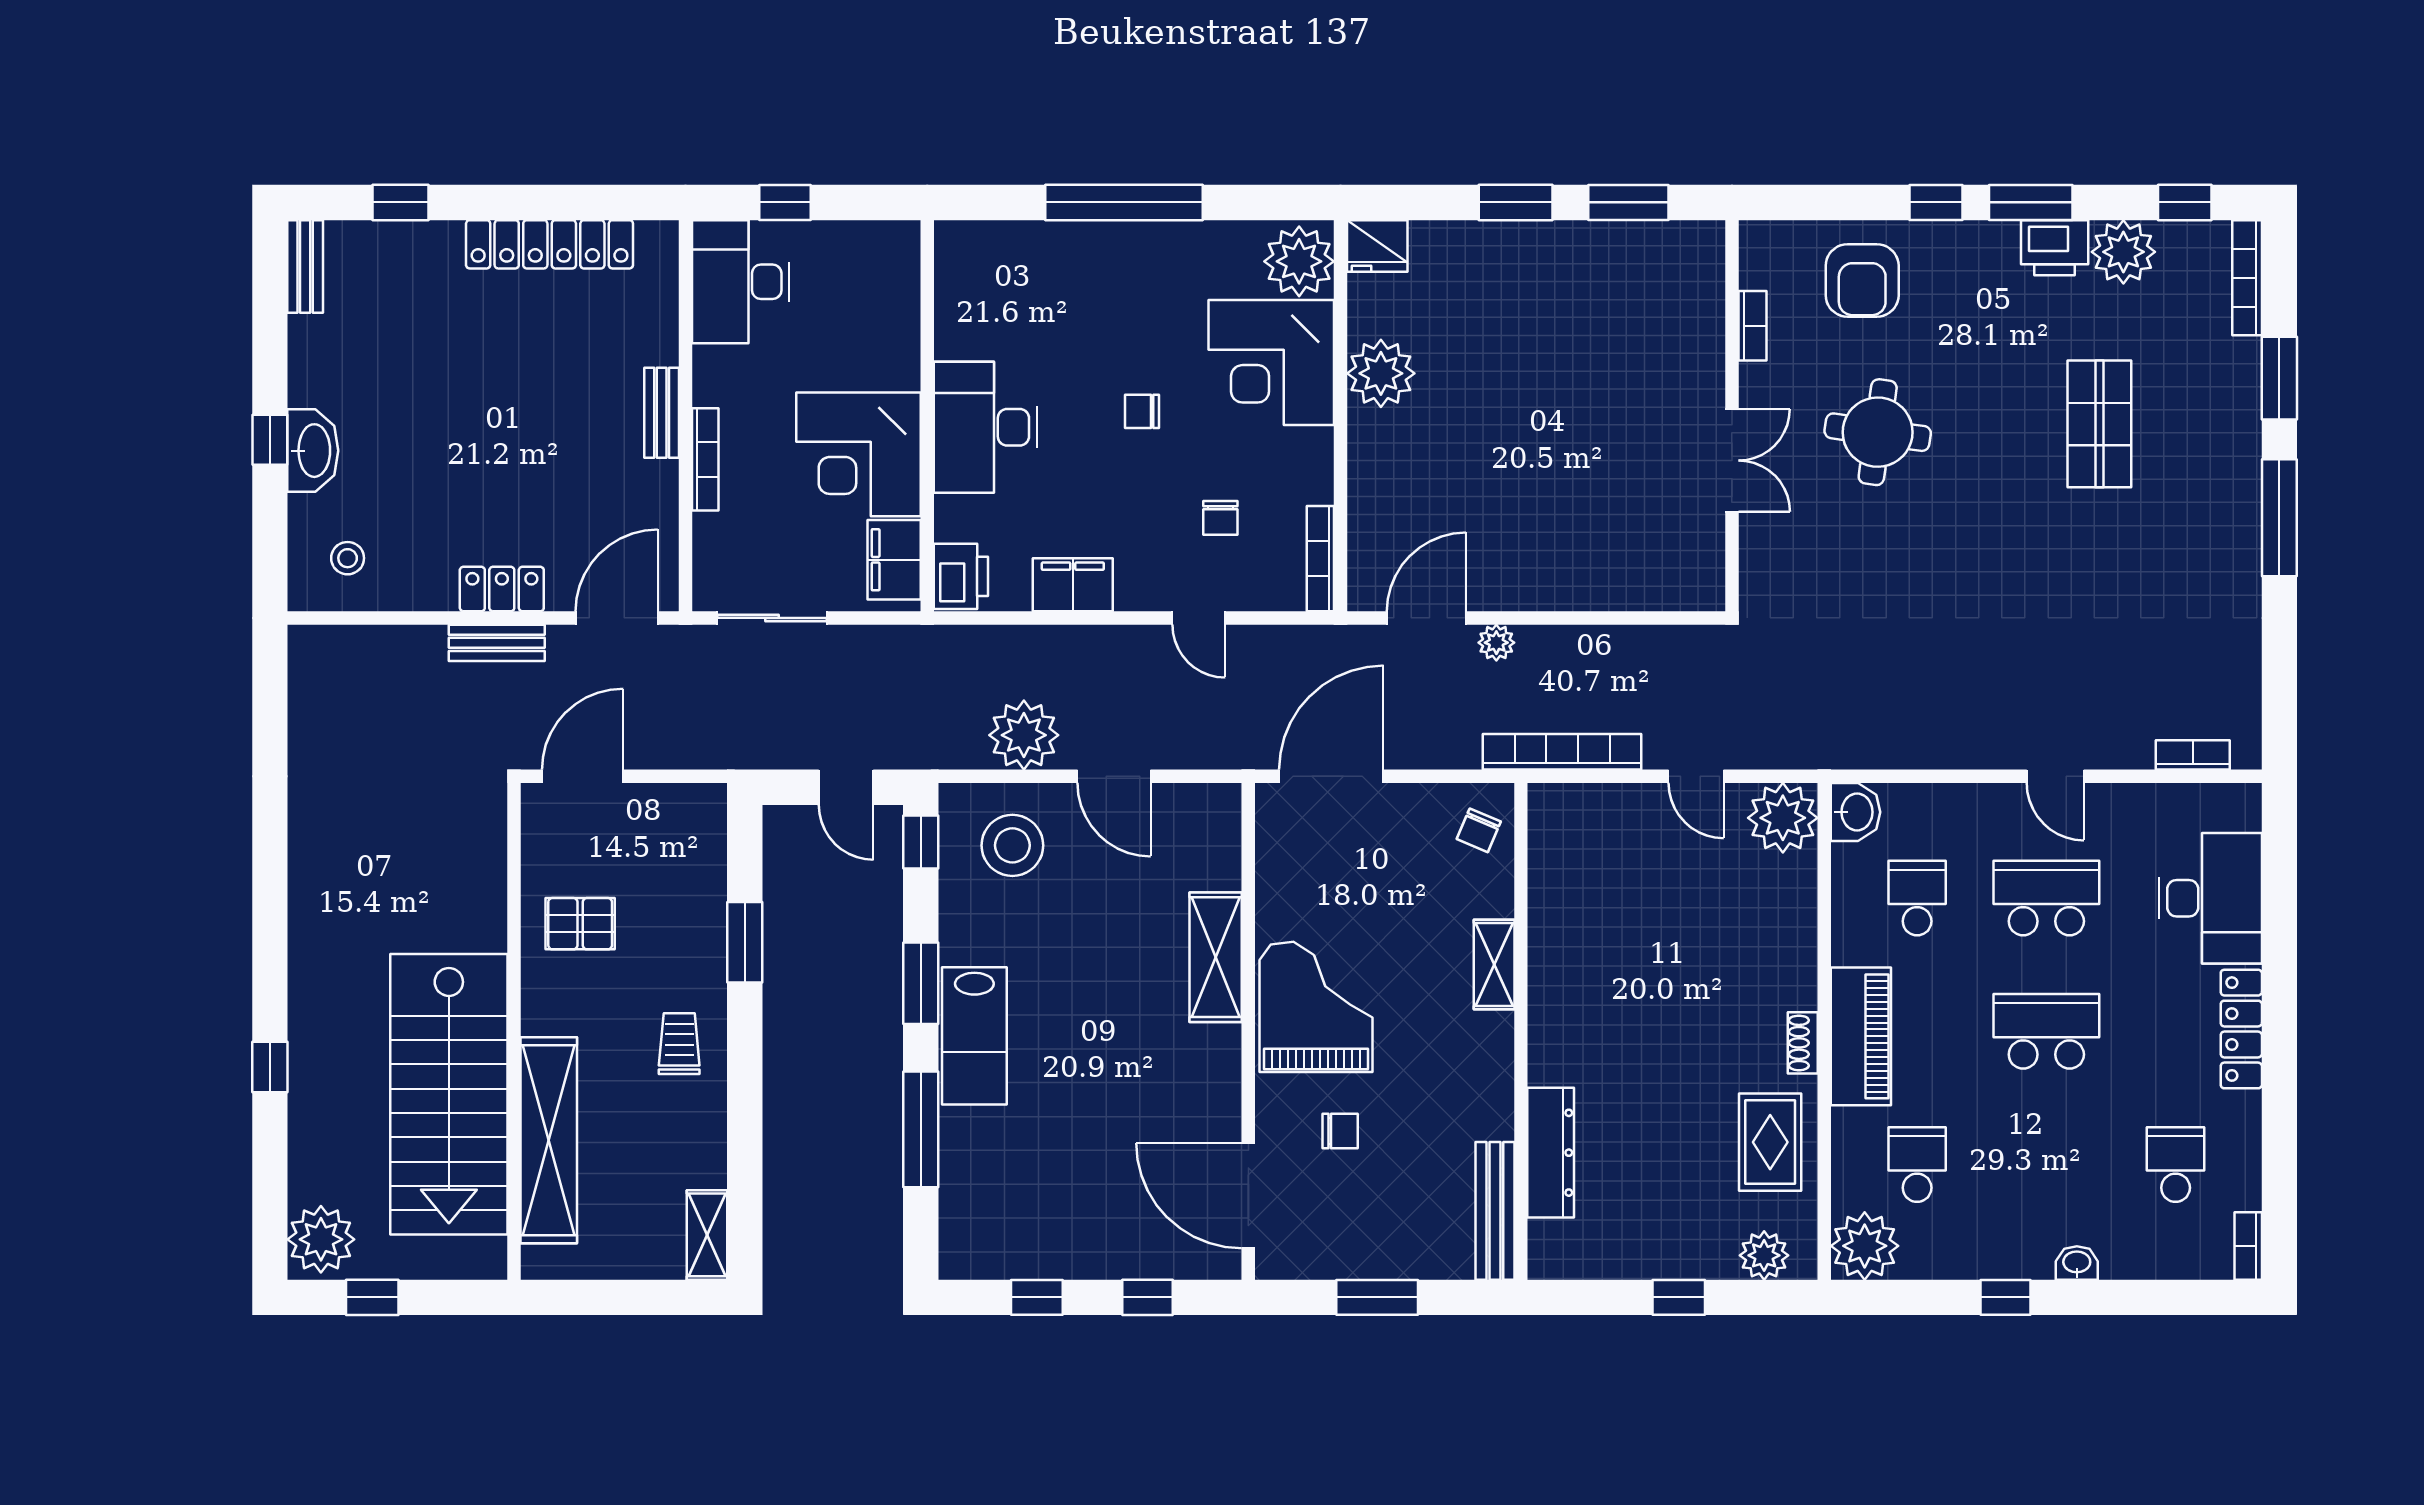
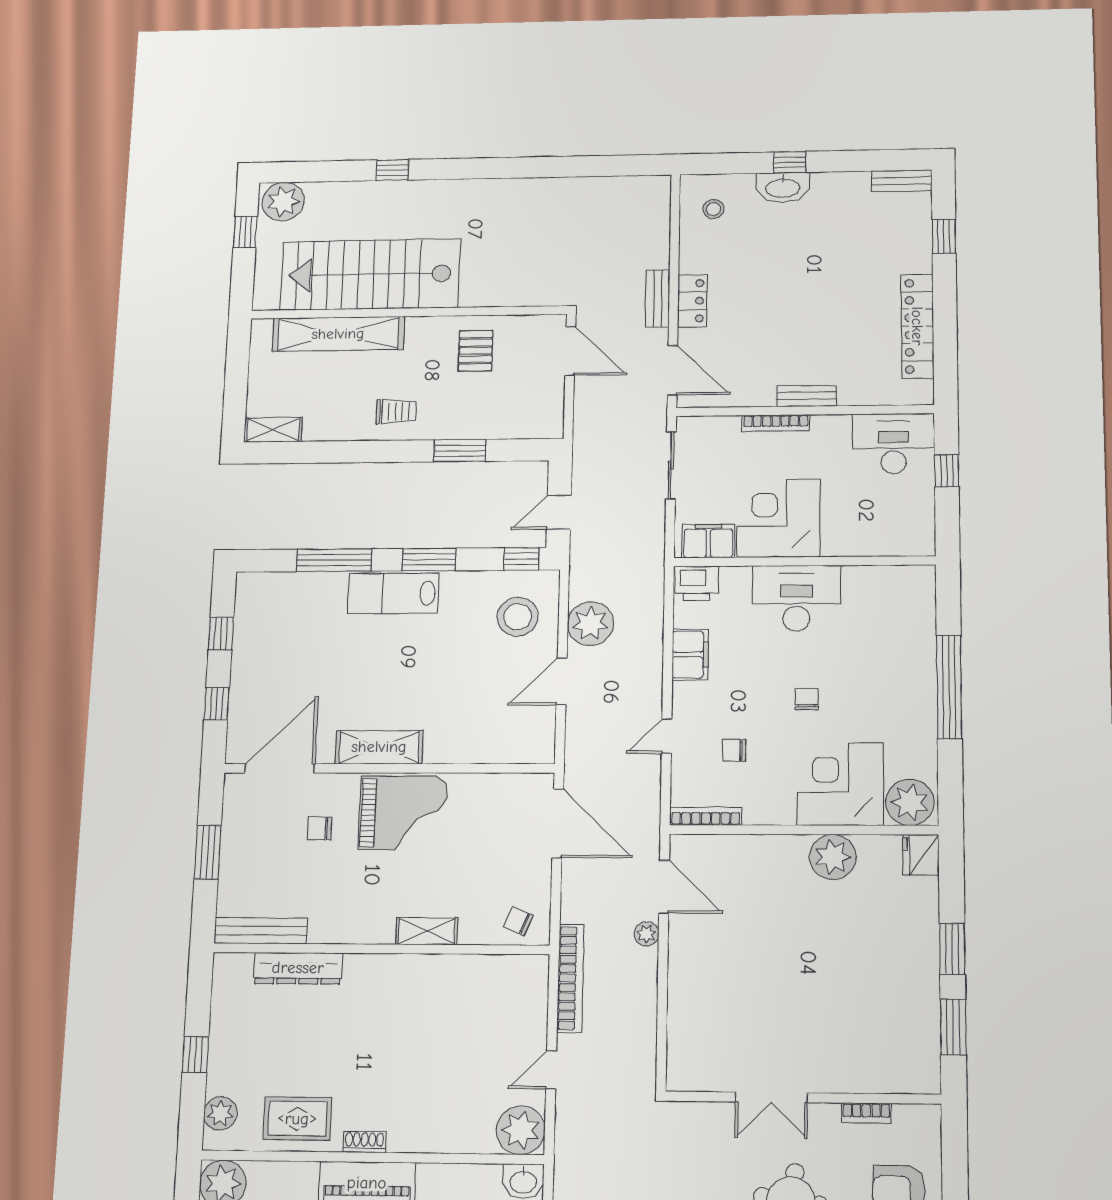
shelving: (1216, 957) -> (379, 747), moved
chair: (1340, 1131) -> (320, 828), turned 90

